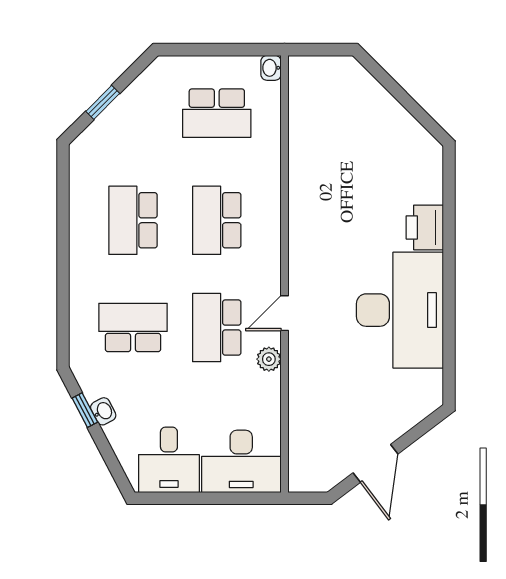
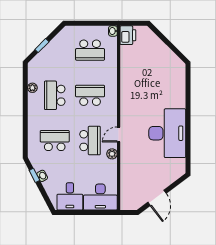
plant: (80, 202) -> (32, 88), added
school desk: (217, 220) -> (90, 95), turned 90
printer: (425, 227) -> (128, 35), moved, turned 180
school desk: (217, 328) -> (90, 141), turned 180

